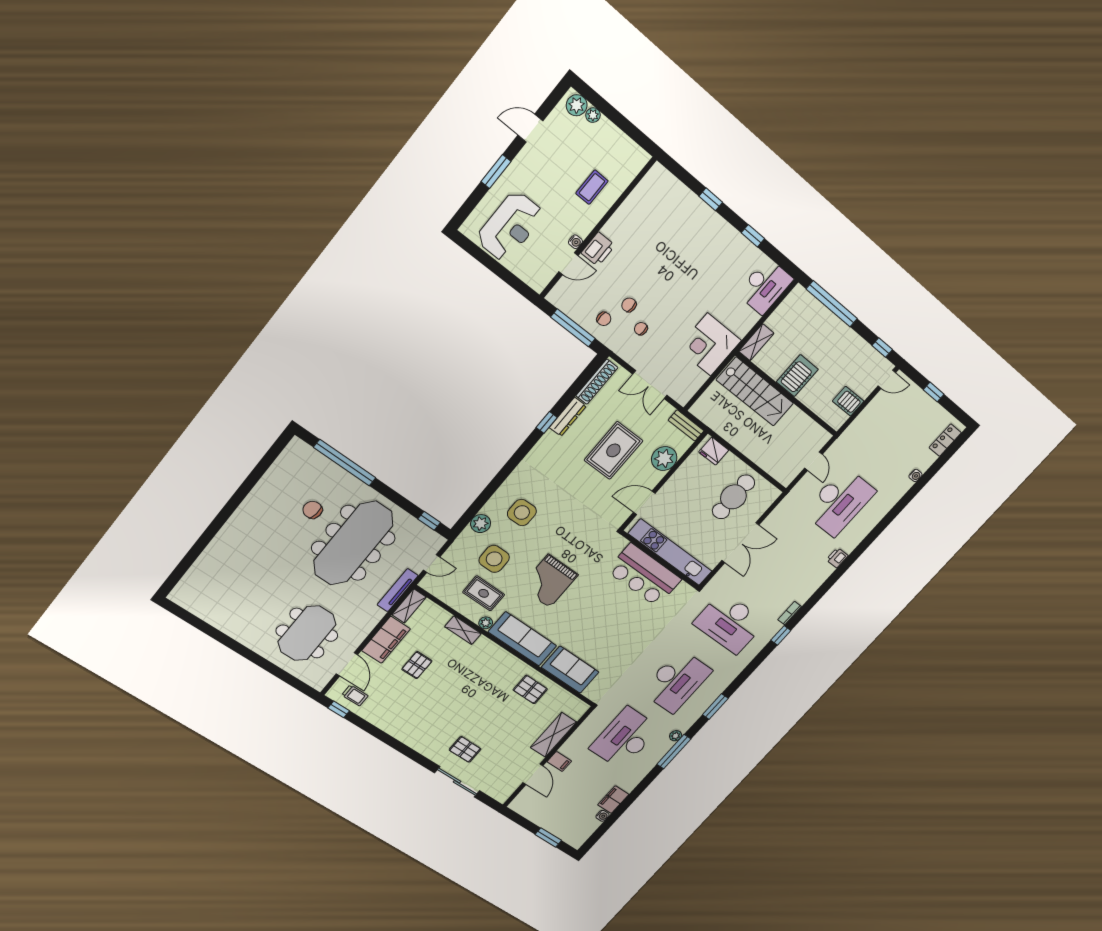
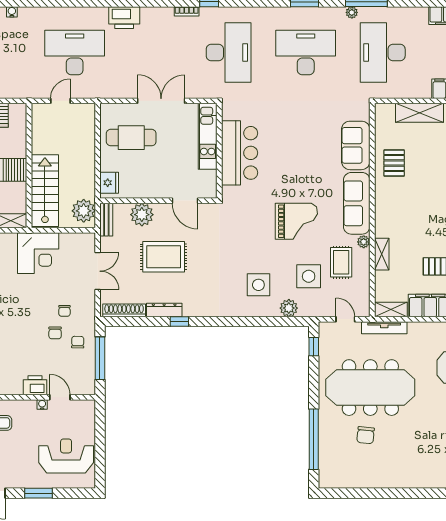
plant: (710, 412) -> (84, 211), added
kitchen unit: (670, 552) -> (208, 136), width x0.73
printer: (837, 558) -> (124, 18), width x1.87, depth x1.48
desk: (625, 738) -> (383, 53), turned 90

